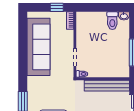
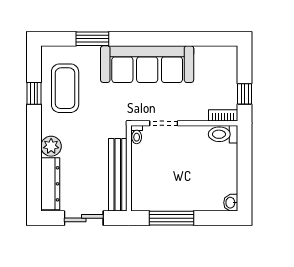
toilet: (112, 21) -> (223, 134), moved
sofa: (38, 47) -> (147, 64), moved

